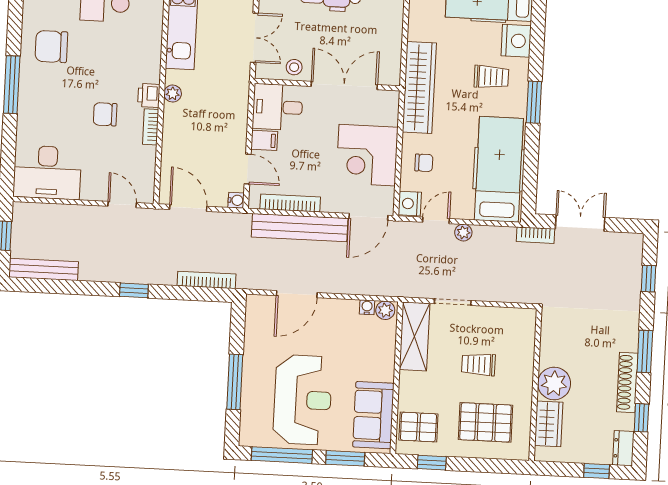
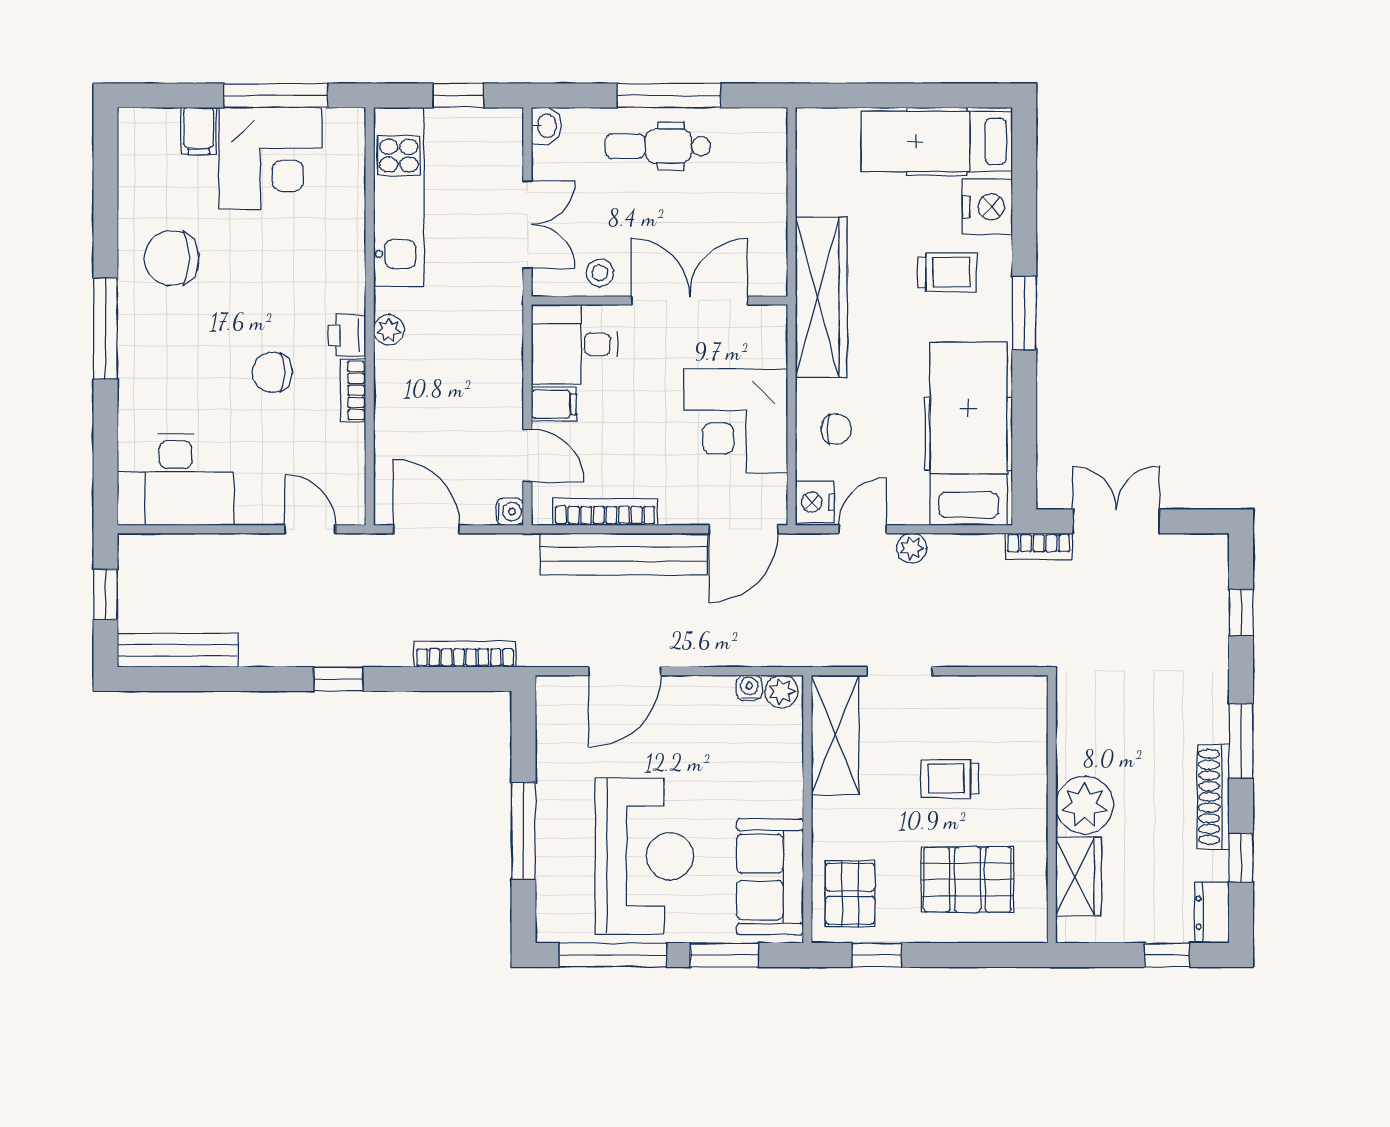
pallet: (418, 427) -> (850, 894), turned 90

